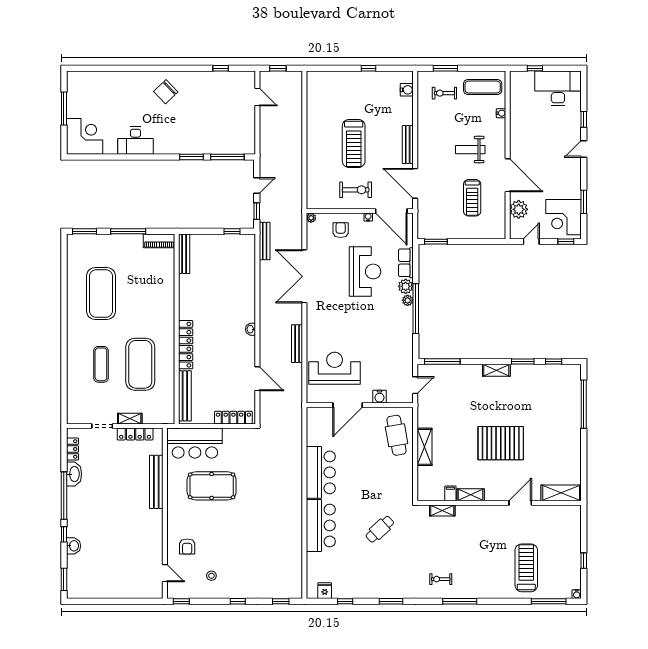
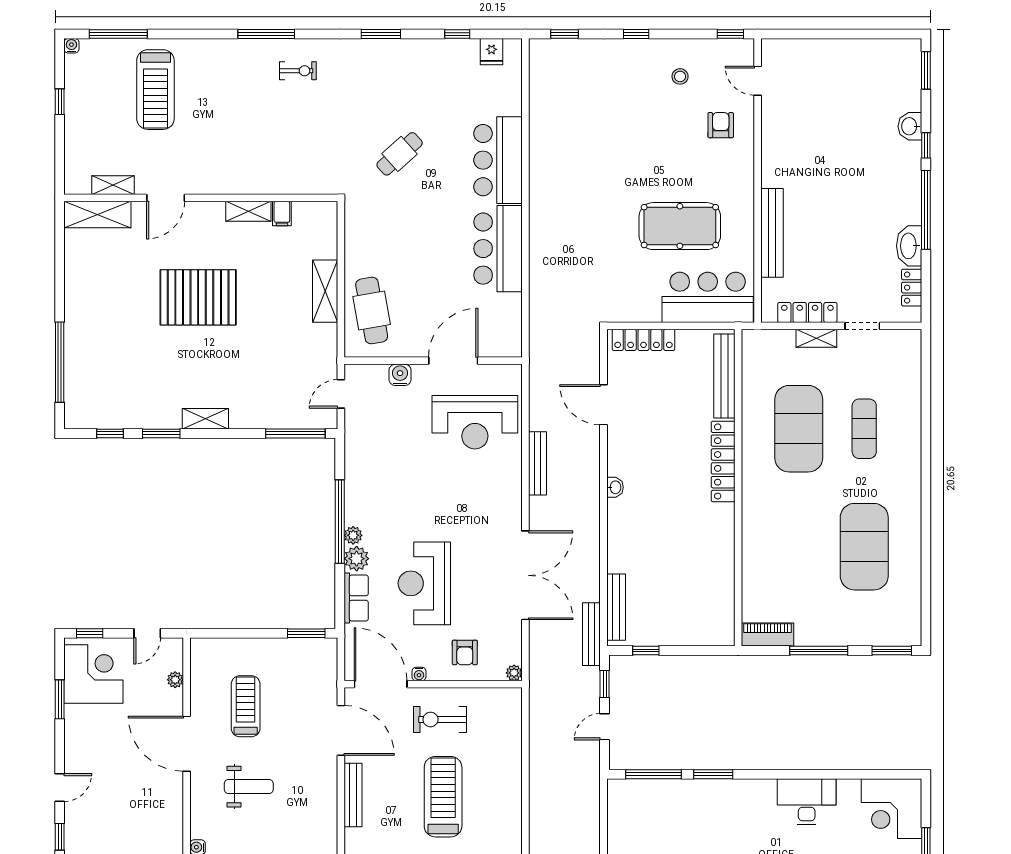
plant: (519, 209) -> (175, 680), width x0.53, depth x0.53
bench: (184, 254) -> (616, 607), moved
shelving: (442, 510) -> (113, 185), moved

